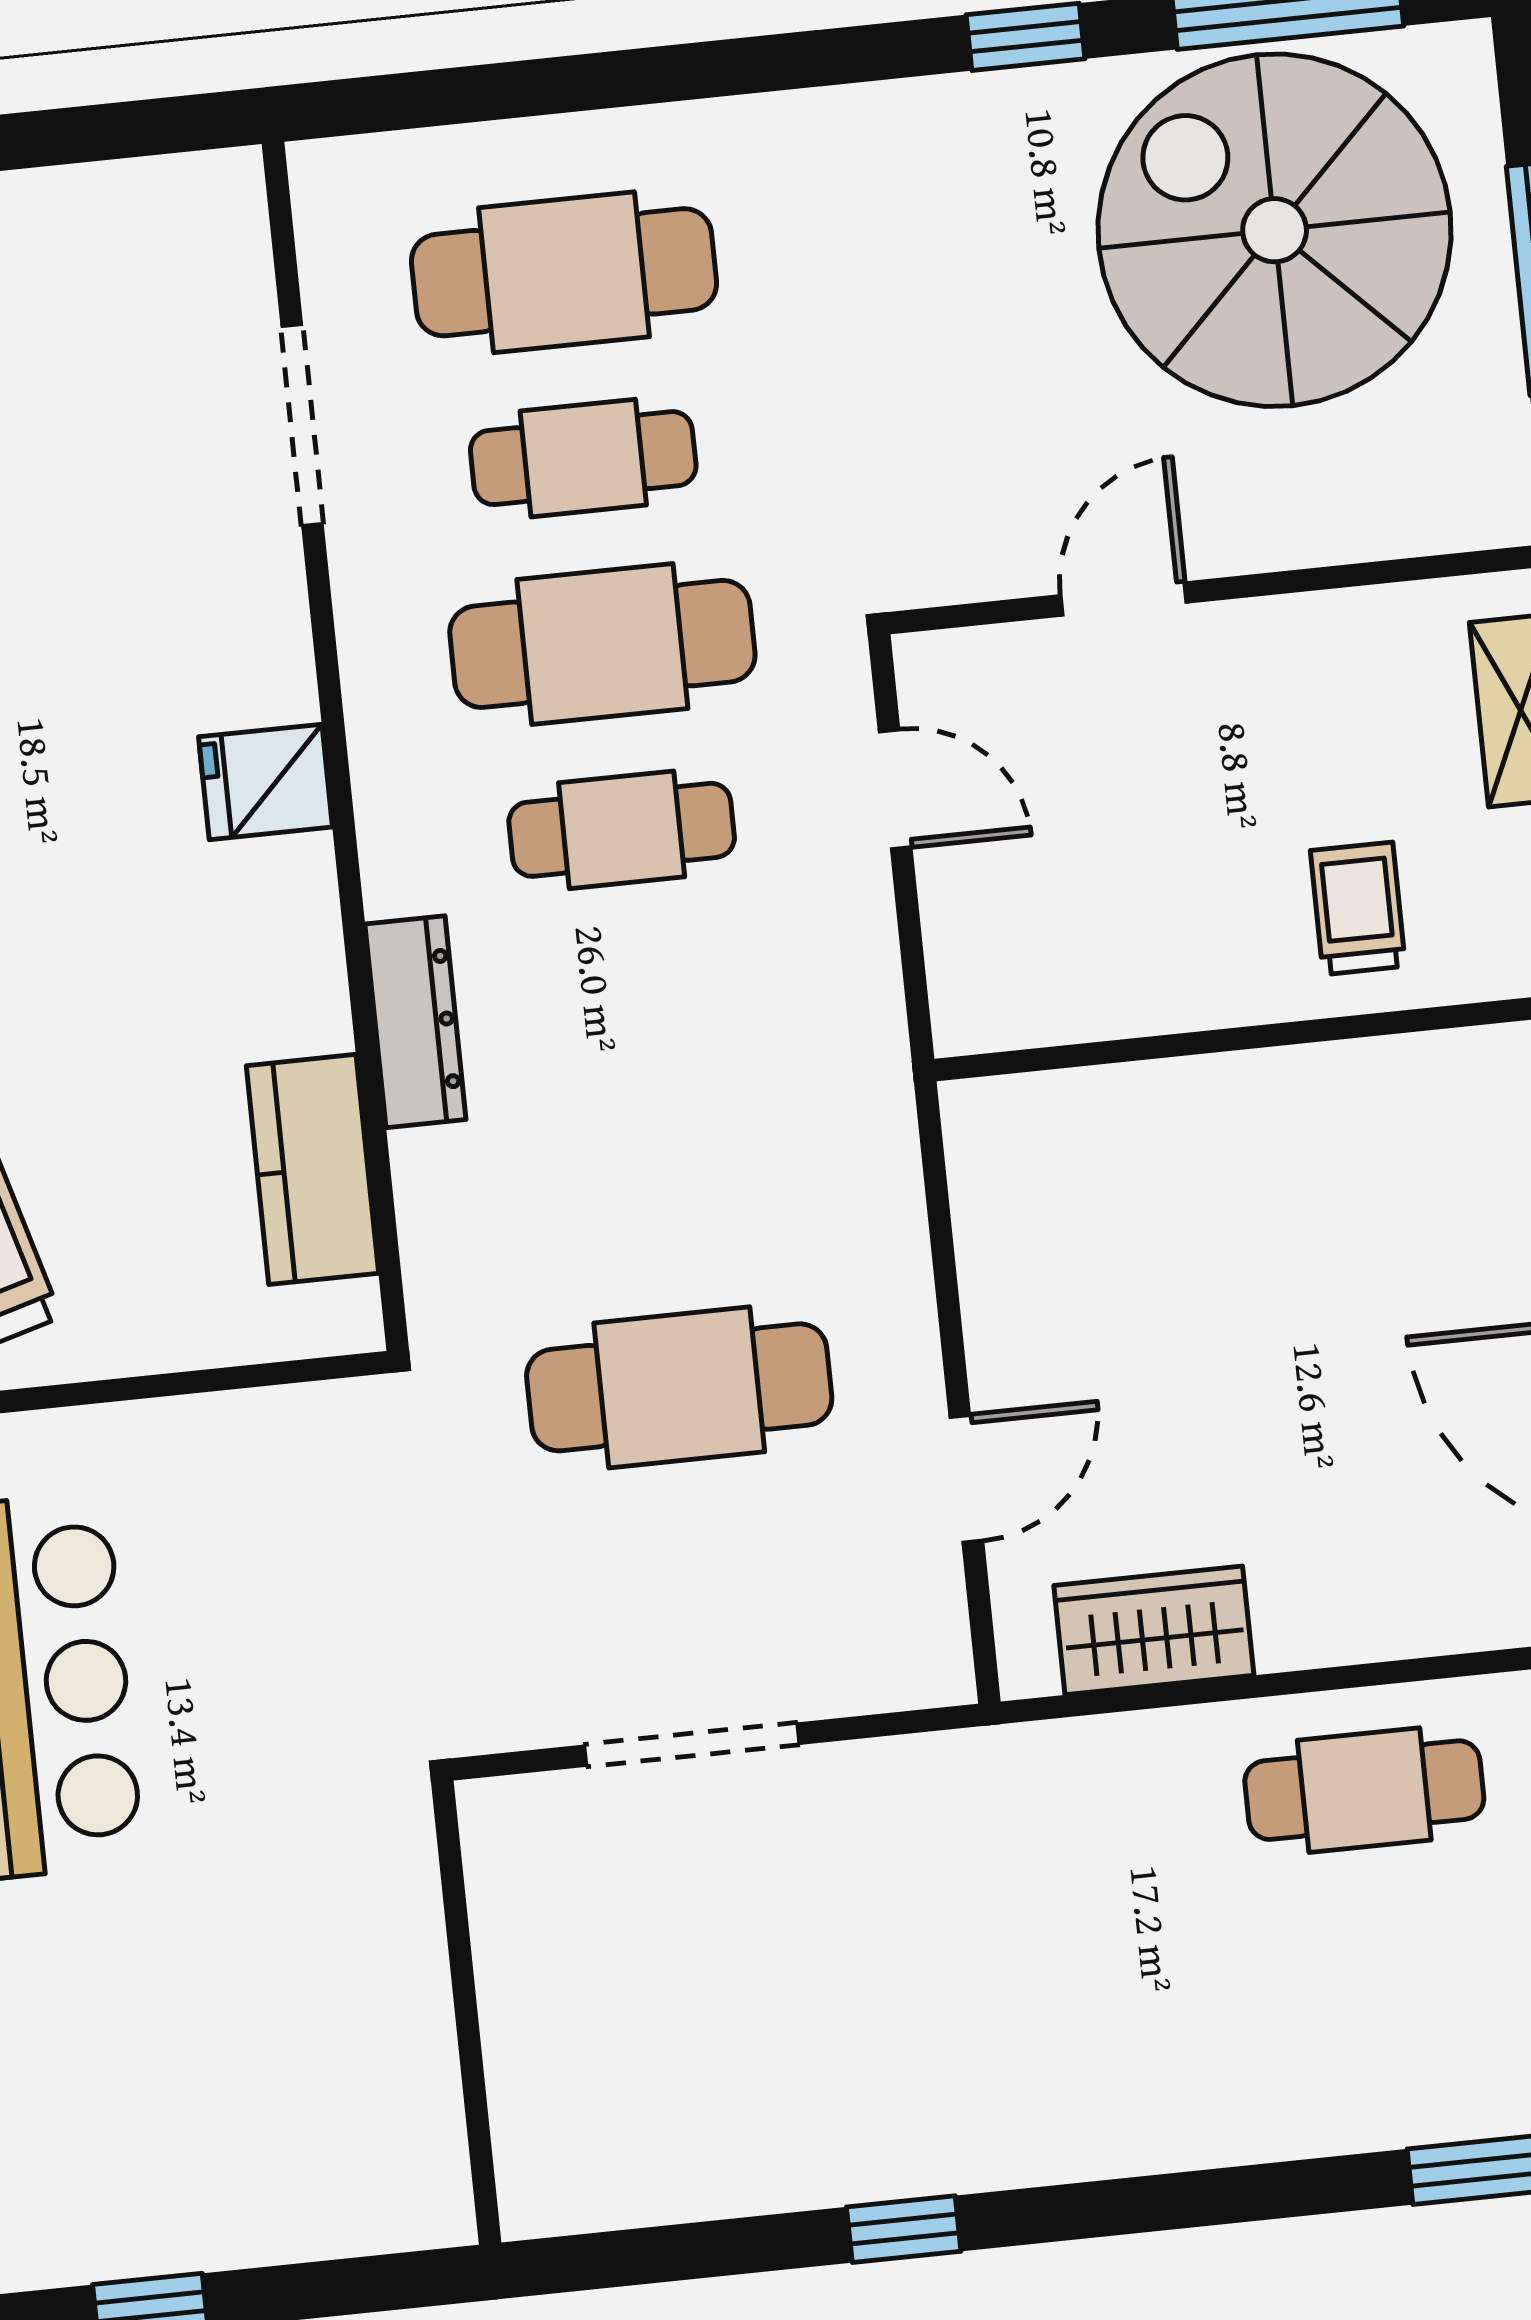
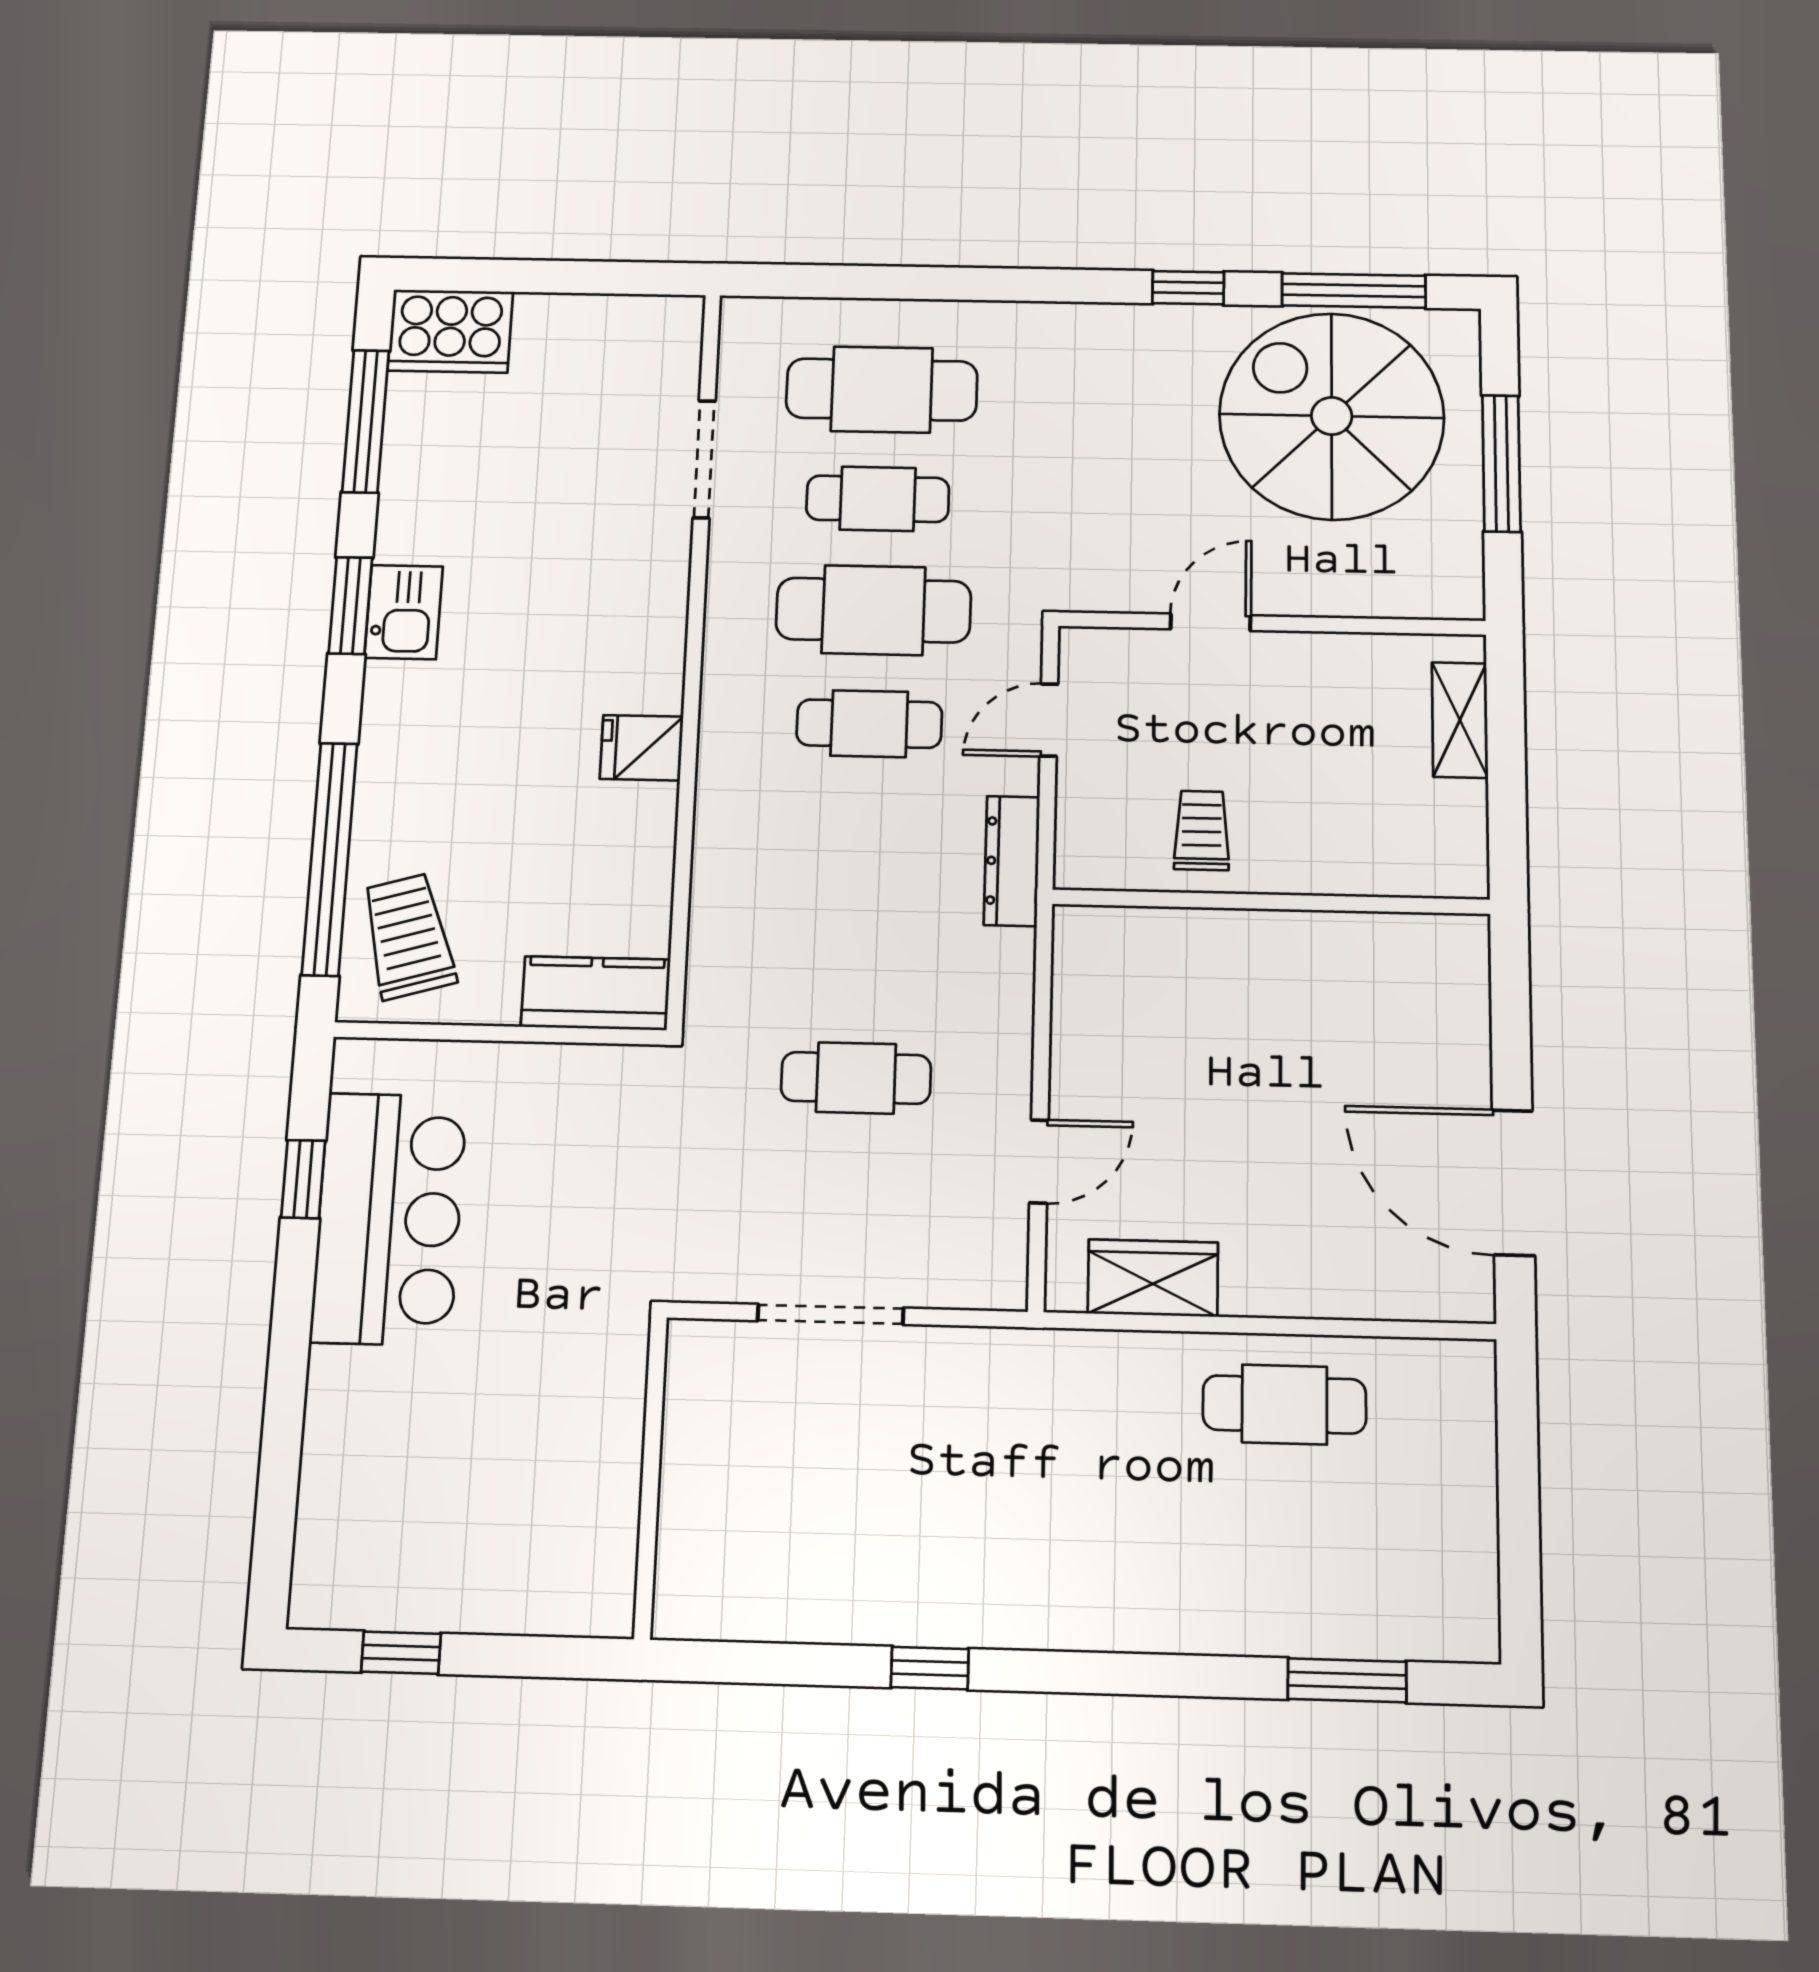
fridge: (266, 782) -> (642, 748), moved
door: (895, 789) -> (1049, 720), swing flipped
trolley: (1358, 908) -> (1202, 830), moved
dresser: (415, 1022) -> (1012, 861), moved, turned 180
kitchen counter: (312, 1169) -> (596, 993), moved, turned 90
cafe table: (679, 1387) -> (856, 1078), width x0.73, depth x0.74

